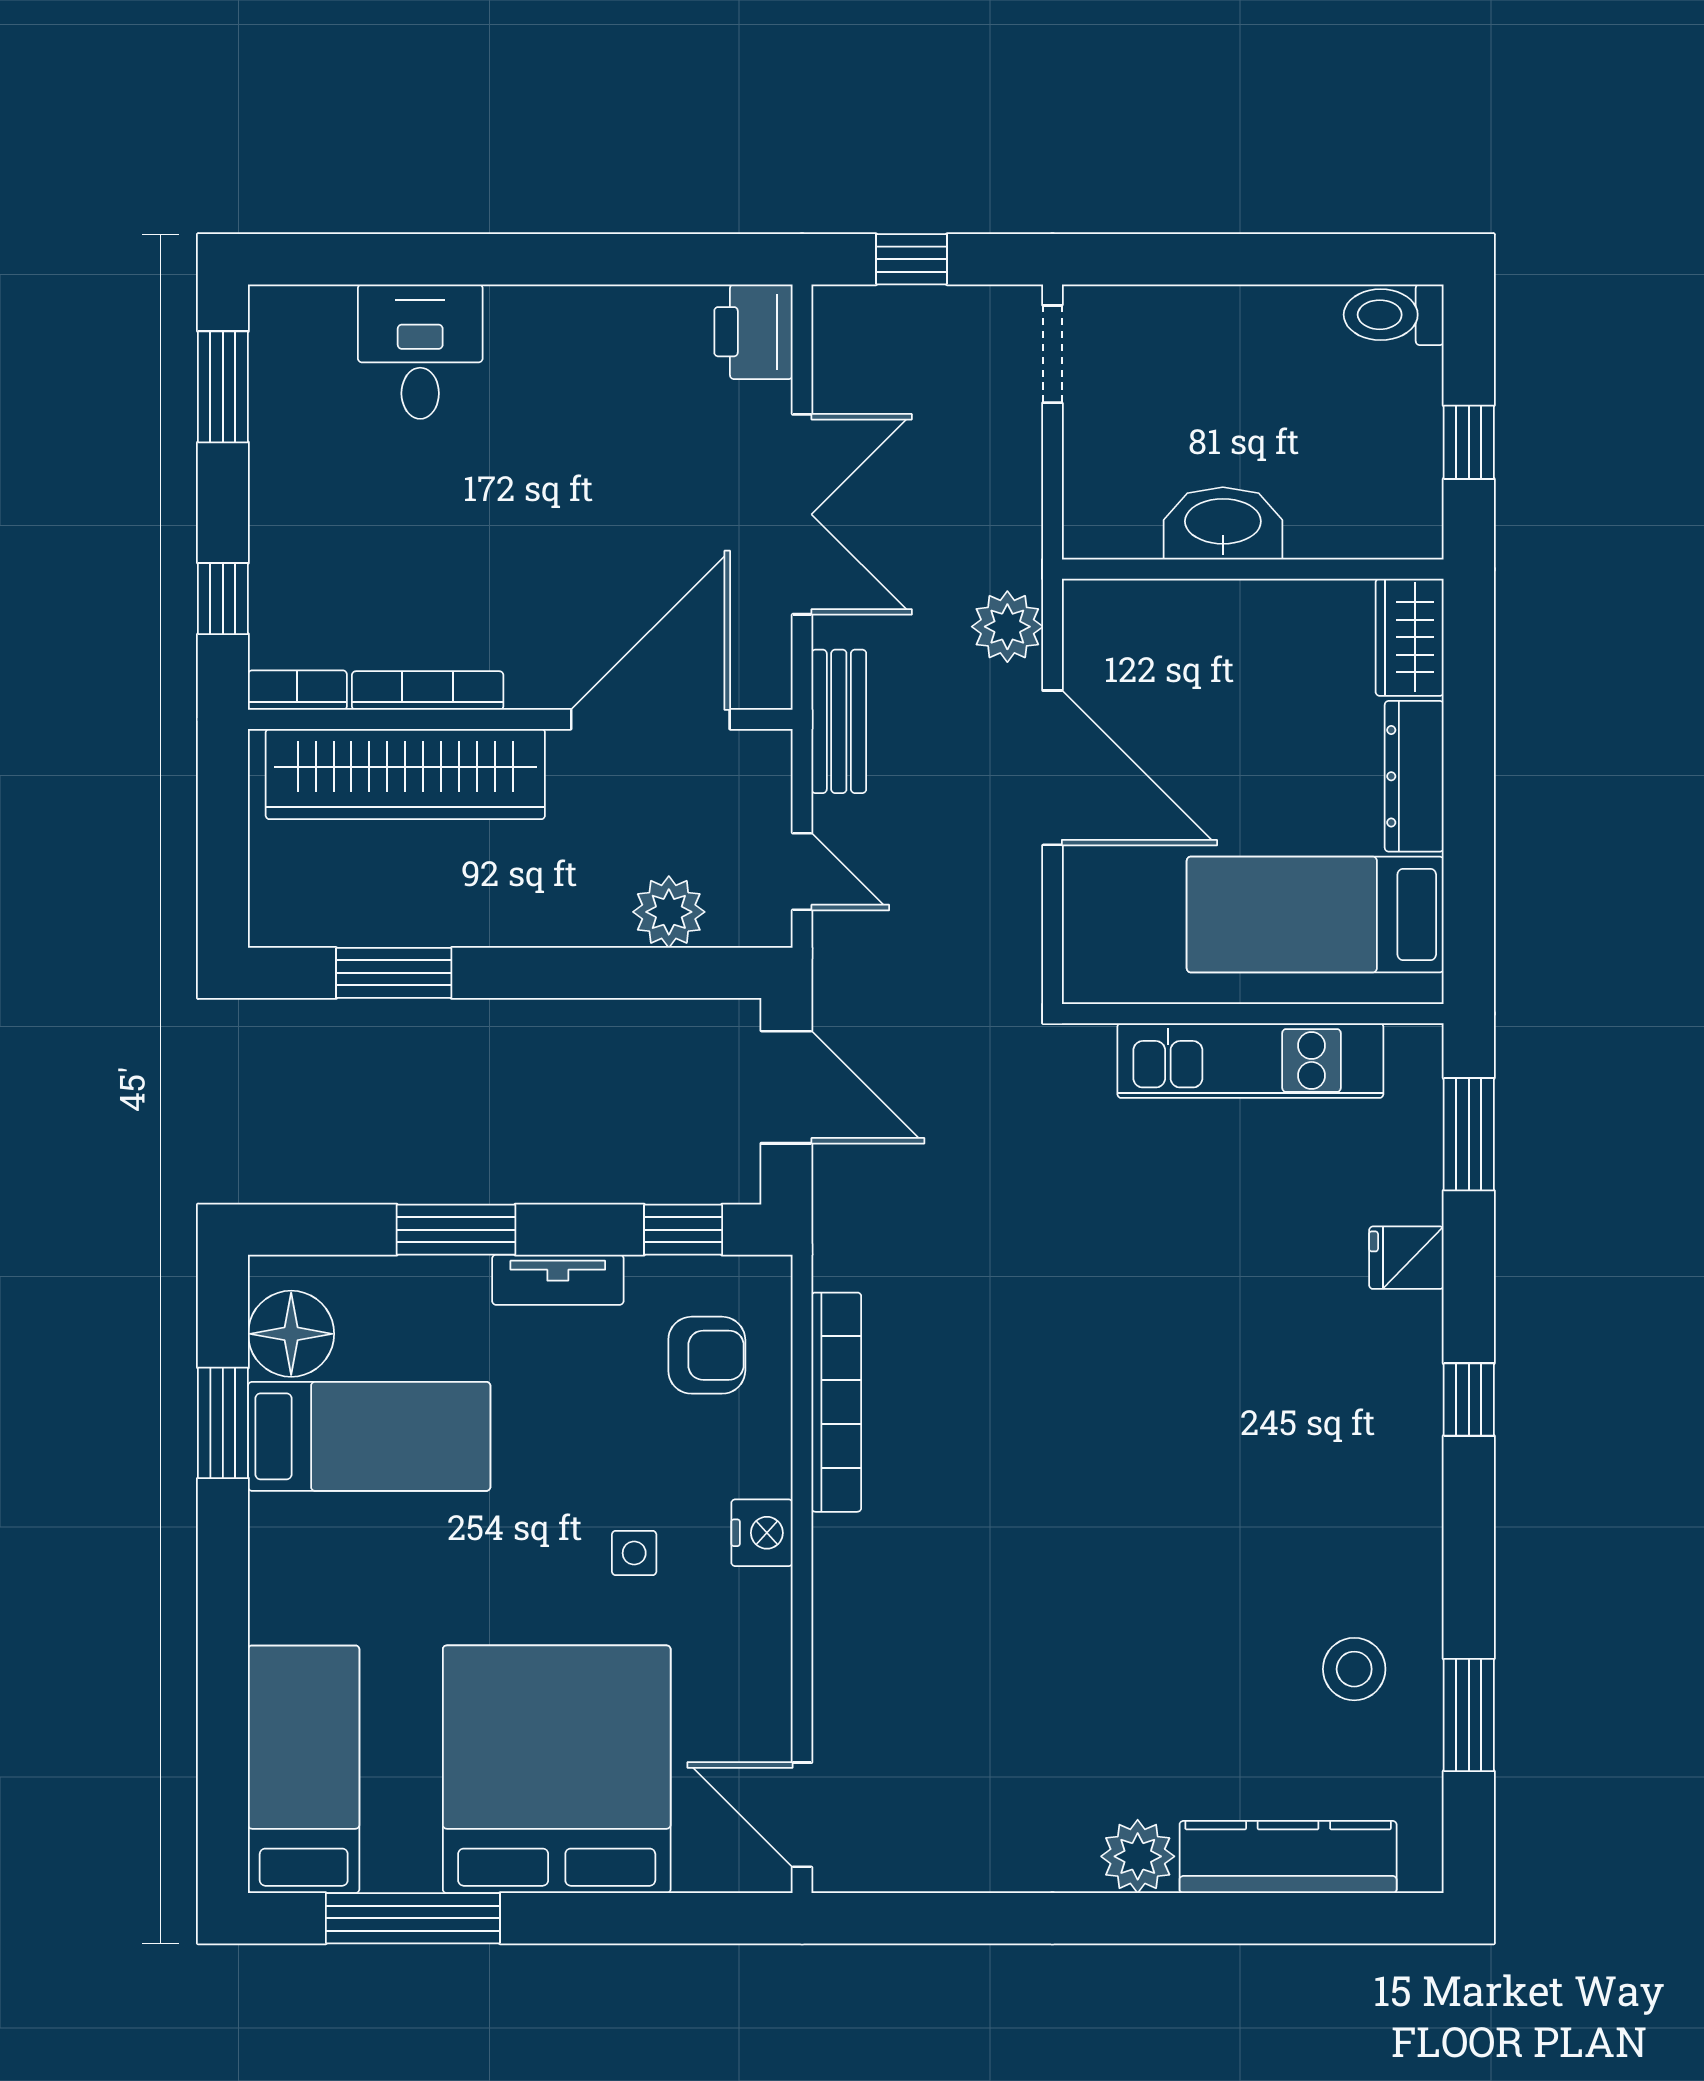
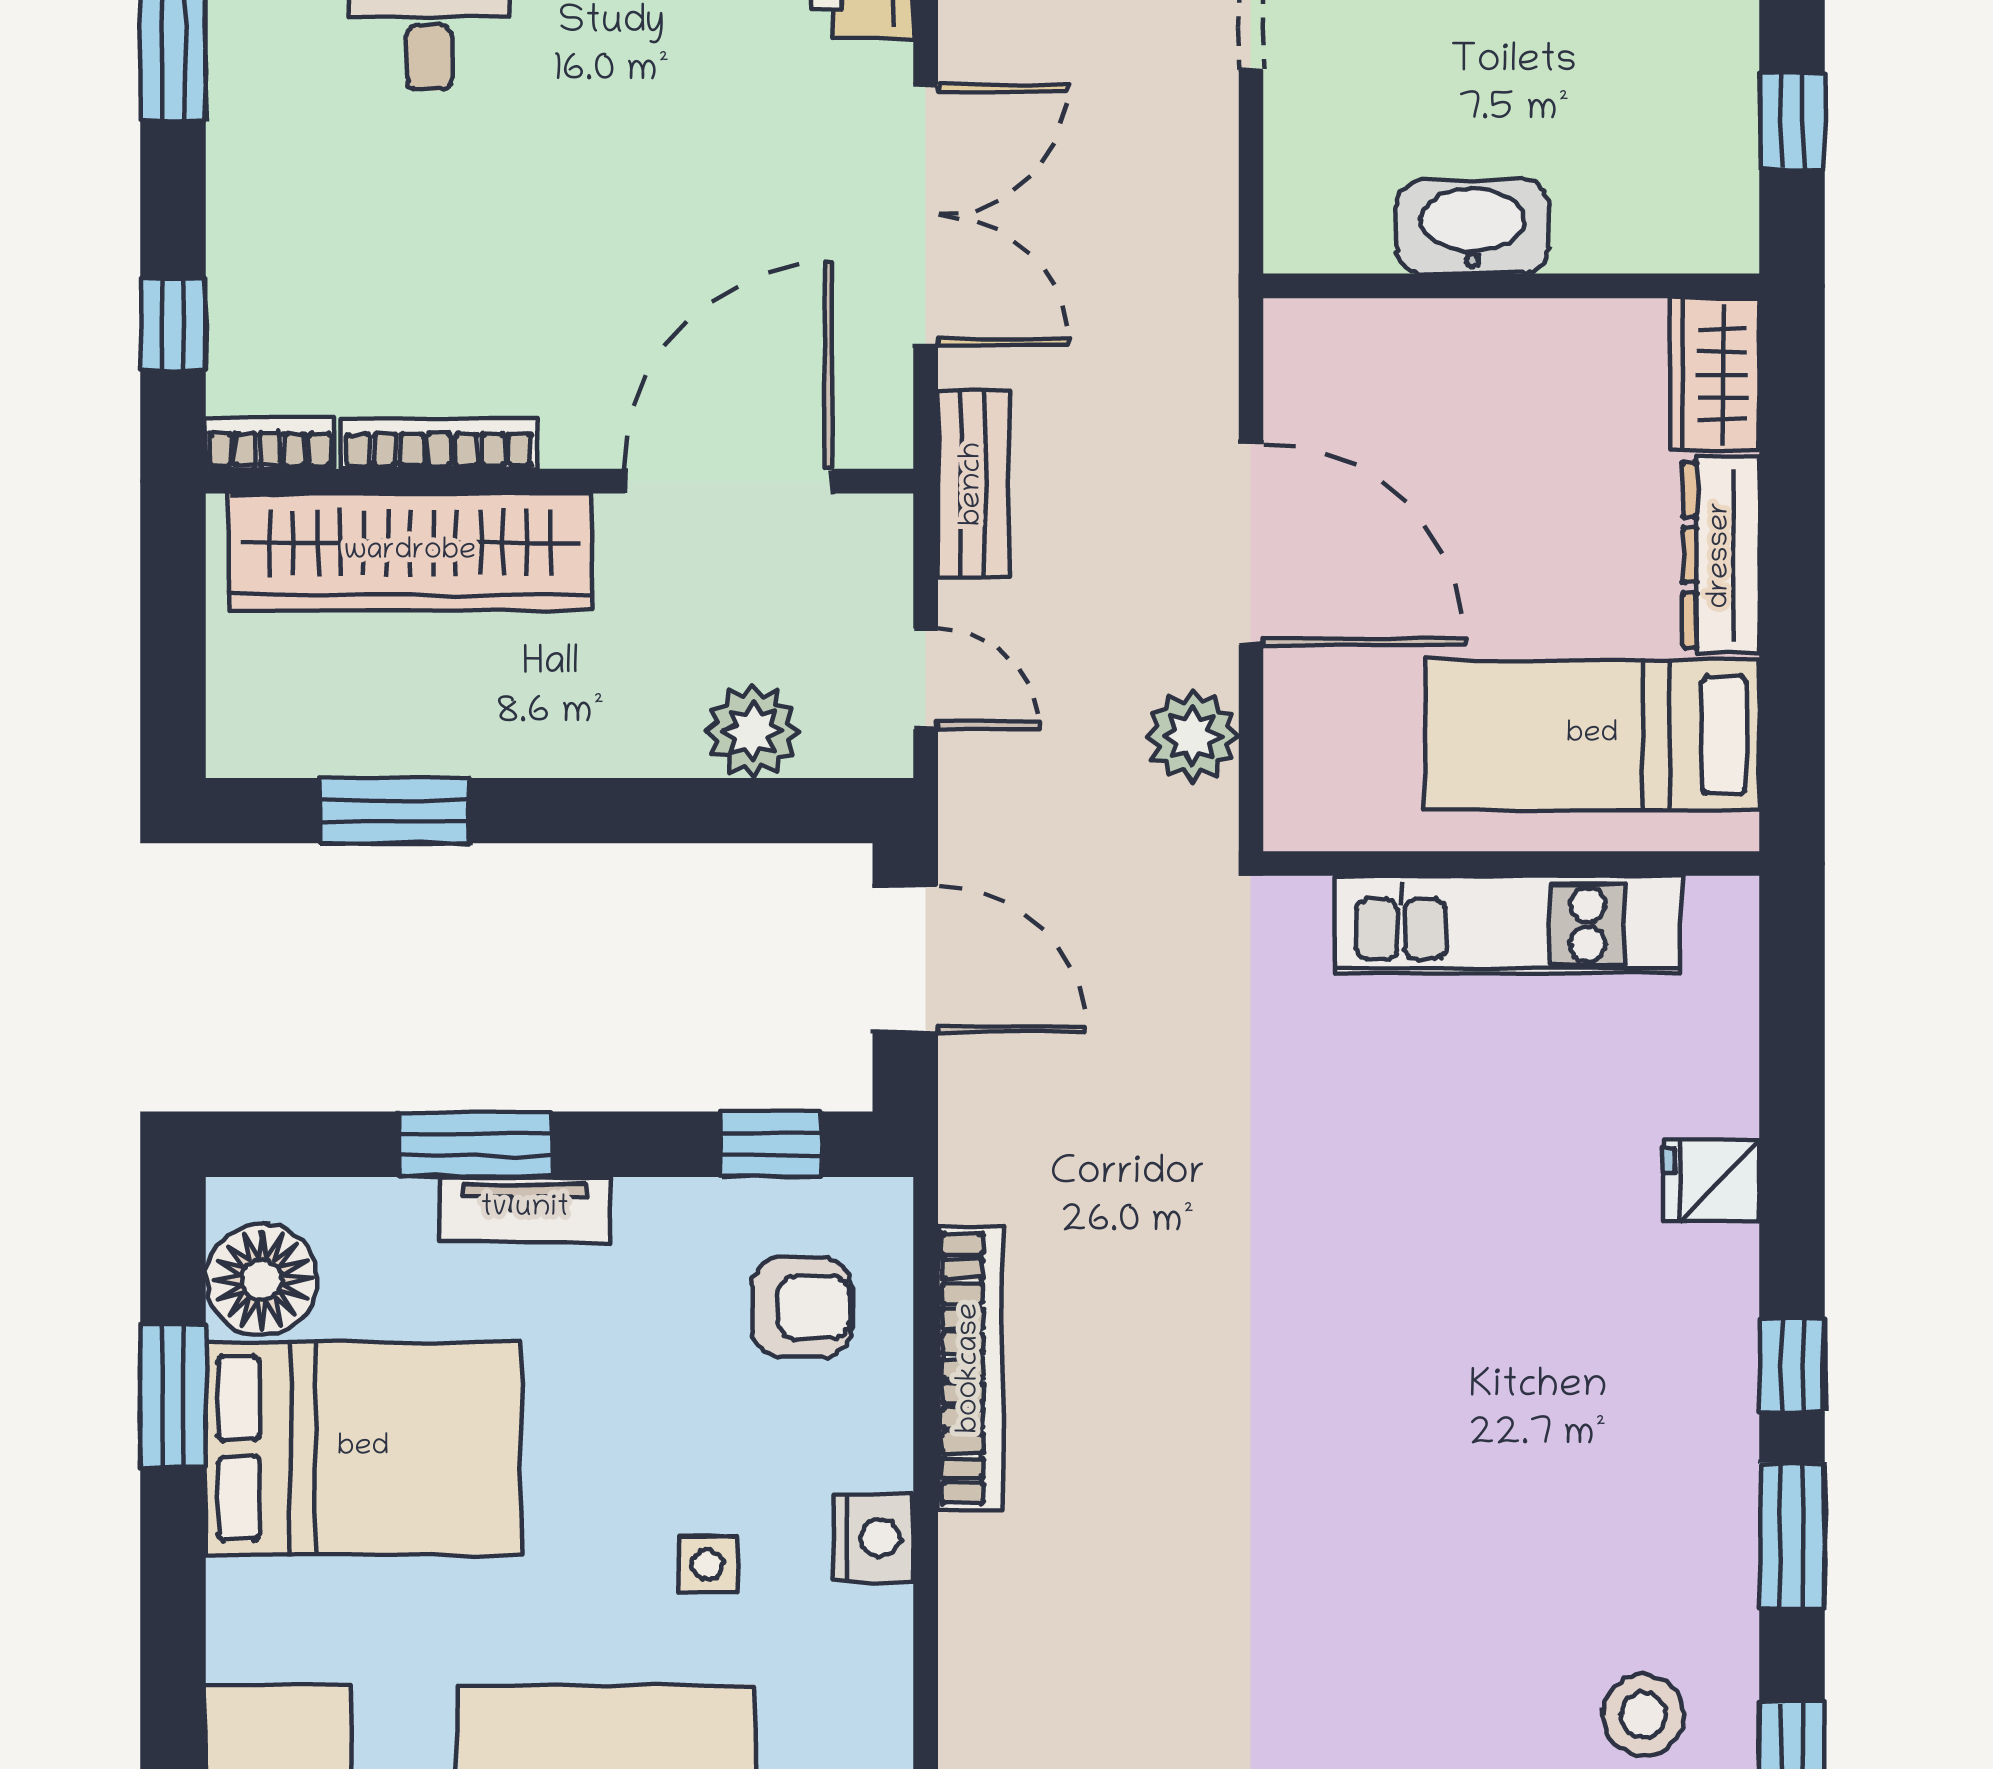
plant: (1007, 627) -> (1192, 736), moved
window: (1469, 1134) -> (1792, 1536), moved
tv unit: (558, 1280) -> (525, 1209), moved
bed: (369, 1436) -> (363, 1448), width x1.50

